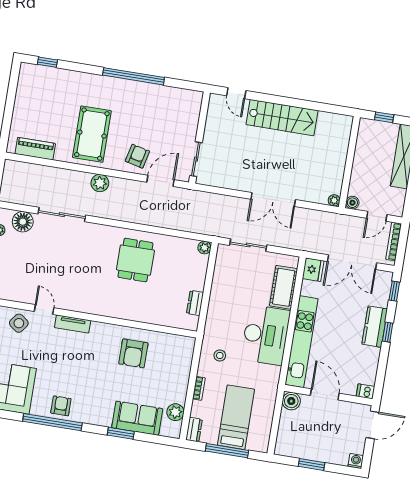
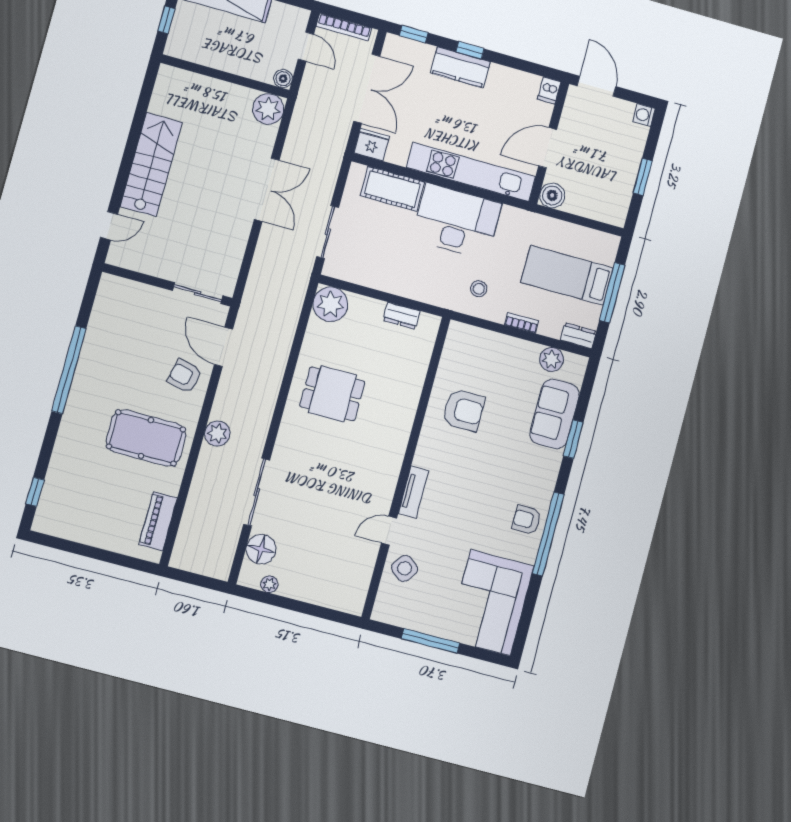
plant: (334, 200) -> (268, 109), width x1.87, depth x1.87
plant: (204, 248) -> (330, 304), width x1.88, depth x1.88

